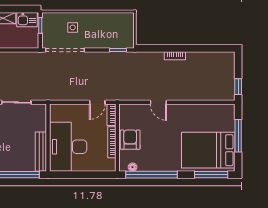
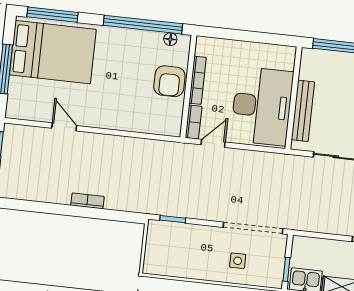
door: (158, 102) -> (64, 127), moved
desk: (68, 147) -> (262, 106), moved
bench: (41, 152) -> (303, 111), moved

